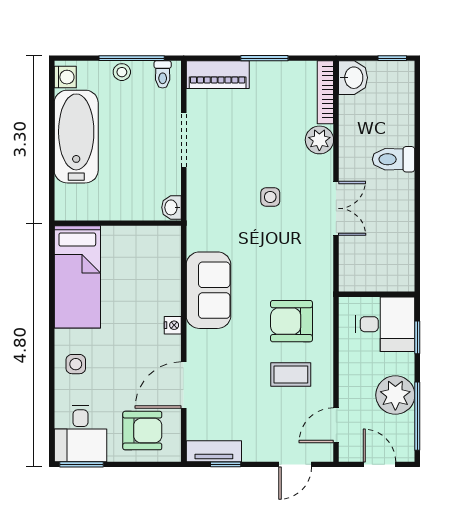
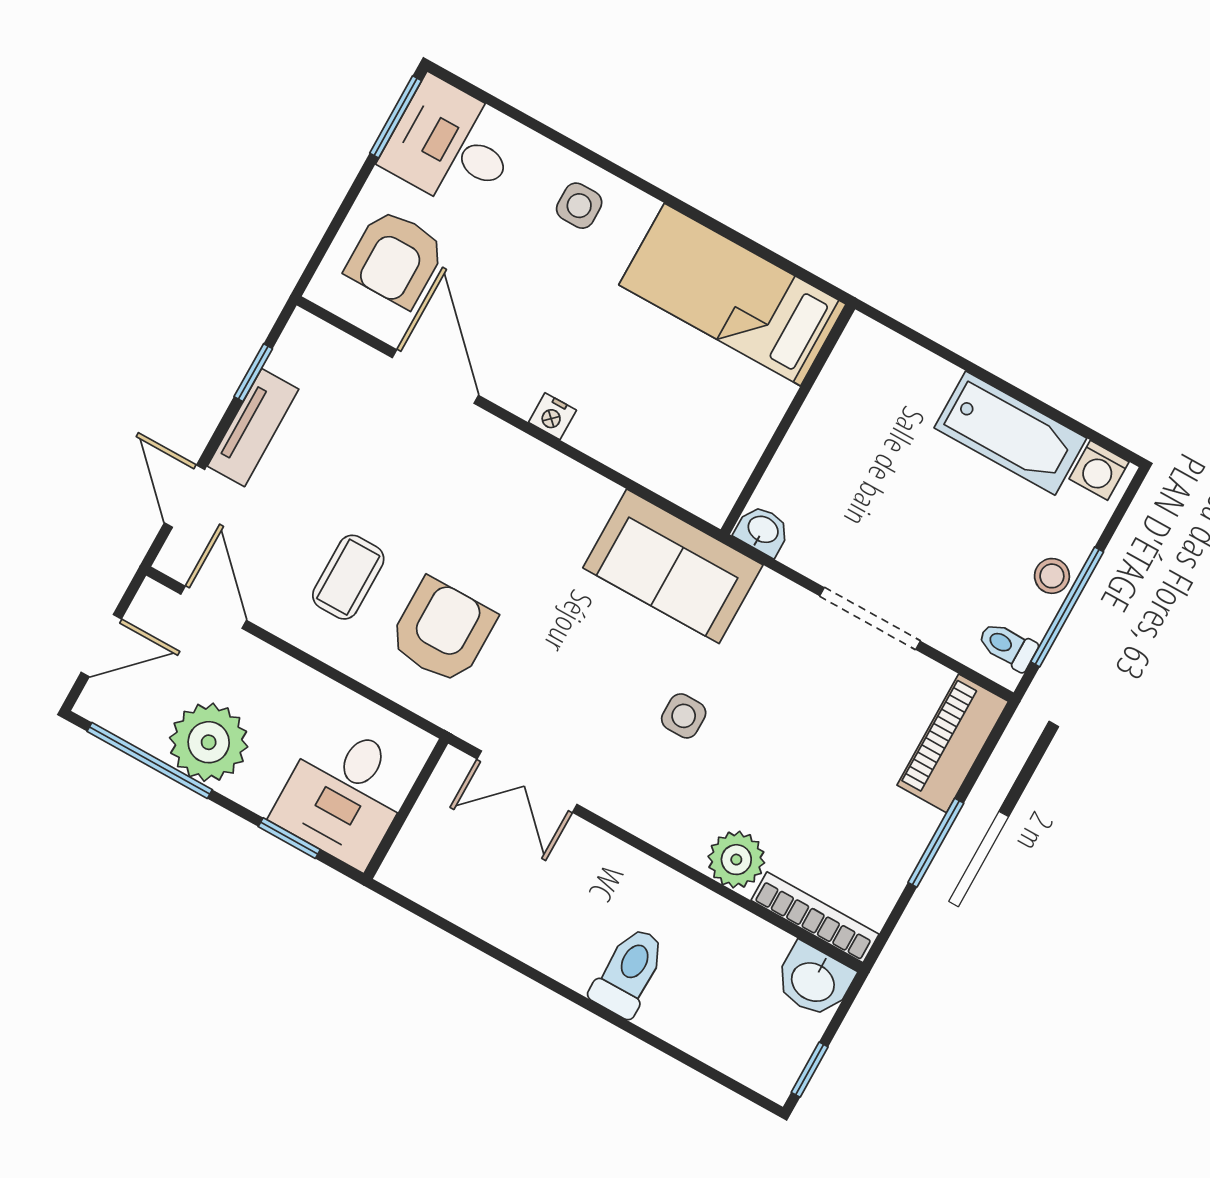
bathtub: (76, 137) -> (1010, 433), width x0.73, depth x0.73
double door: (336, 208) -> (527, 782), moved
sofa: (208, 290) -> (673, 566), moved
tv unit: (214, 451) -> (253, 428), moved

